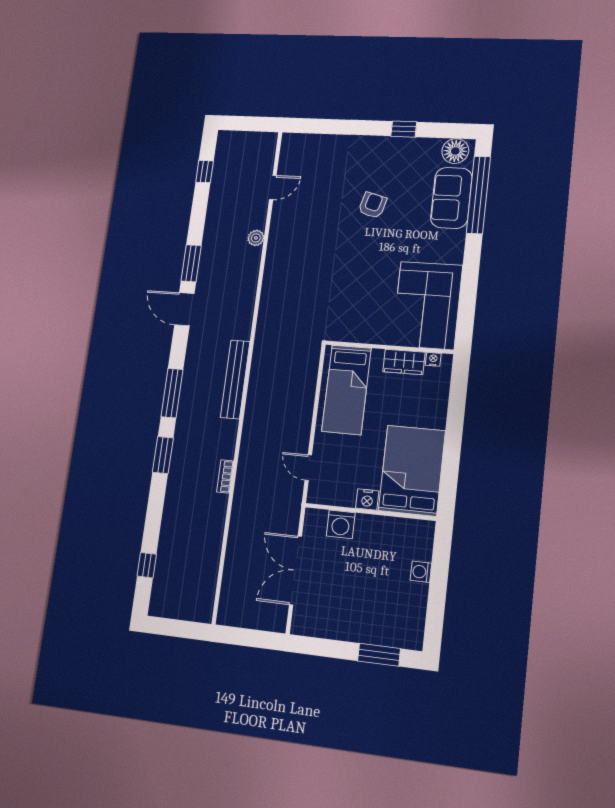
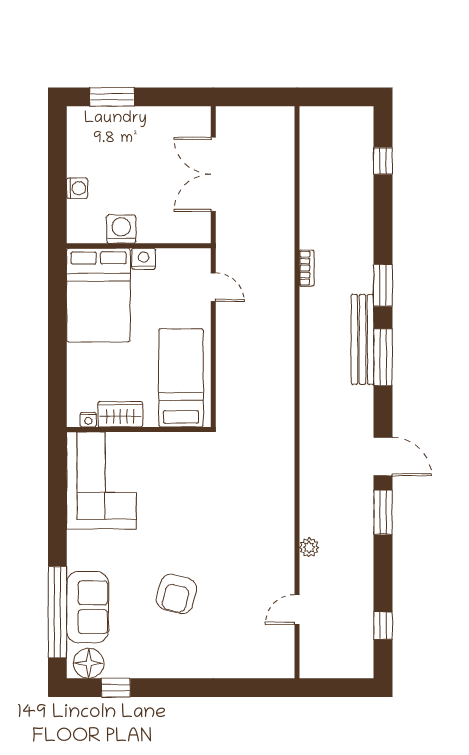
window: (404, 129) -> (116, 688), moved
armchair: (373, 205) -> (177, 594), width x1.38, depth x1.38
bench: (235, 379) -> (363, 339), moved
washing machine: (341, 524) -> (121, 229), moved
double door: (295, 570) -> (213, 174), swing flipped

